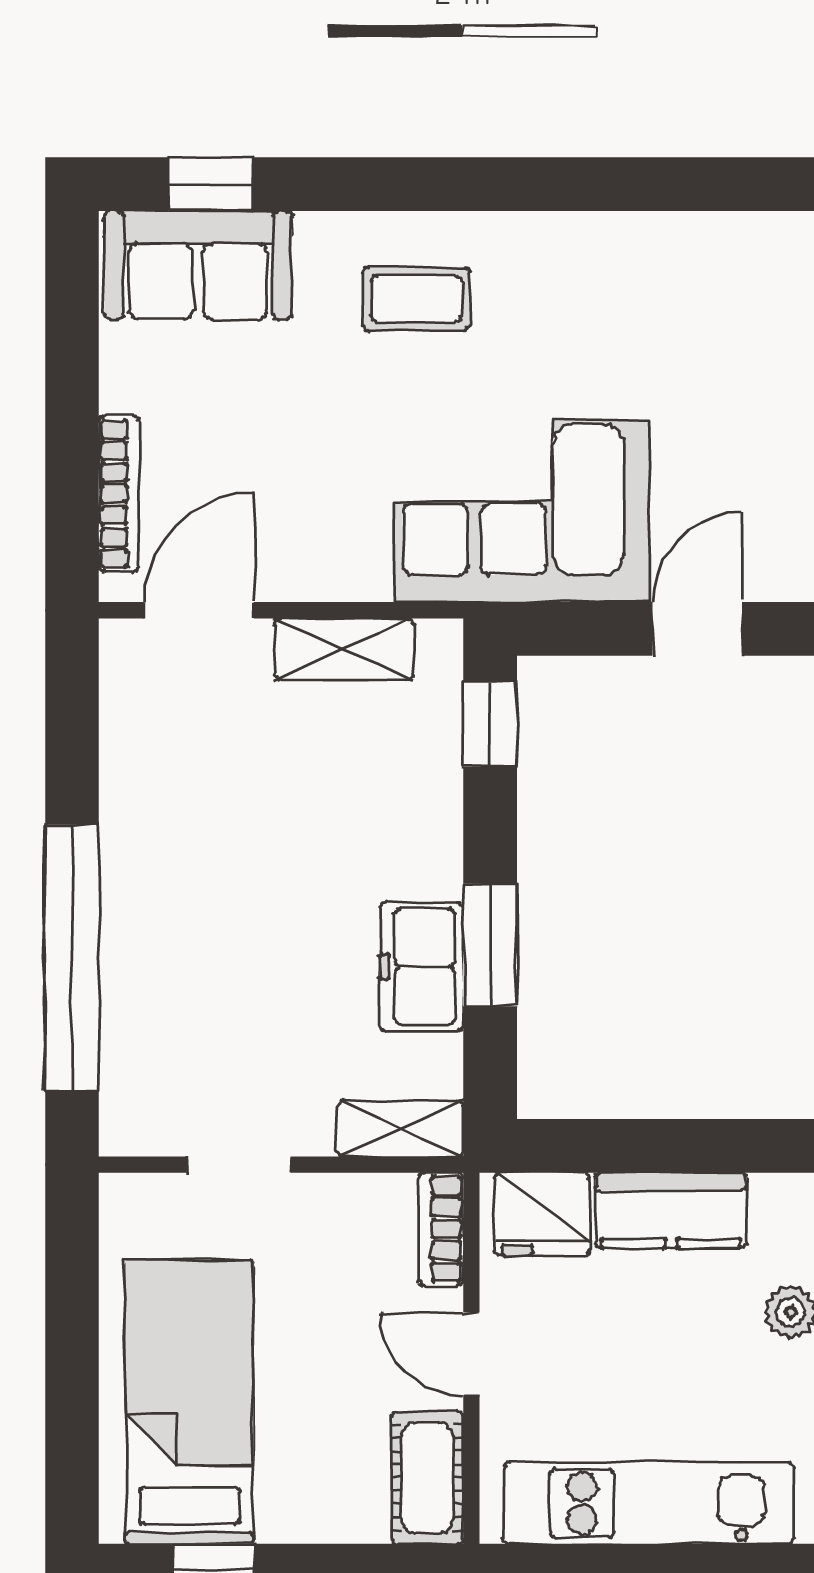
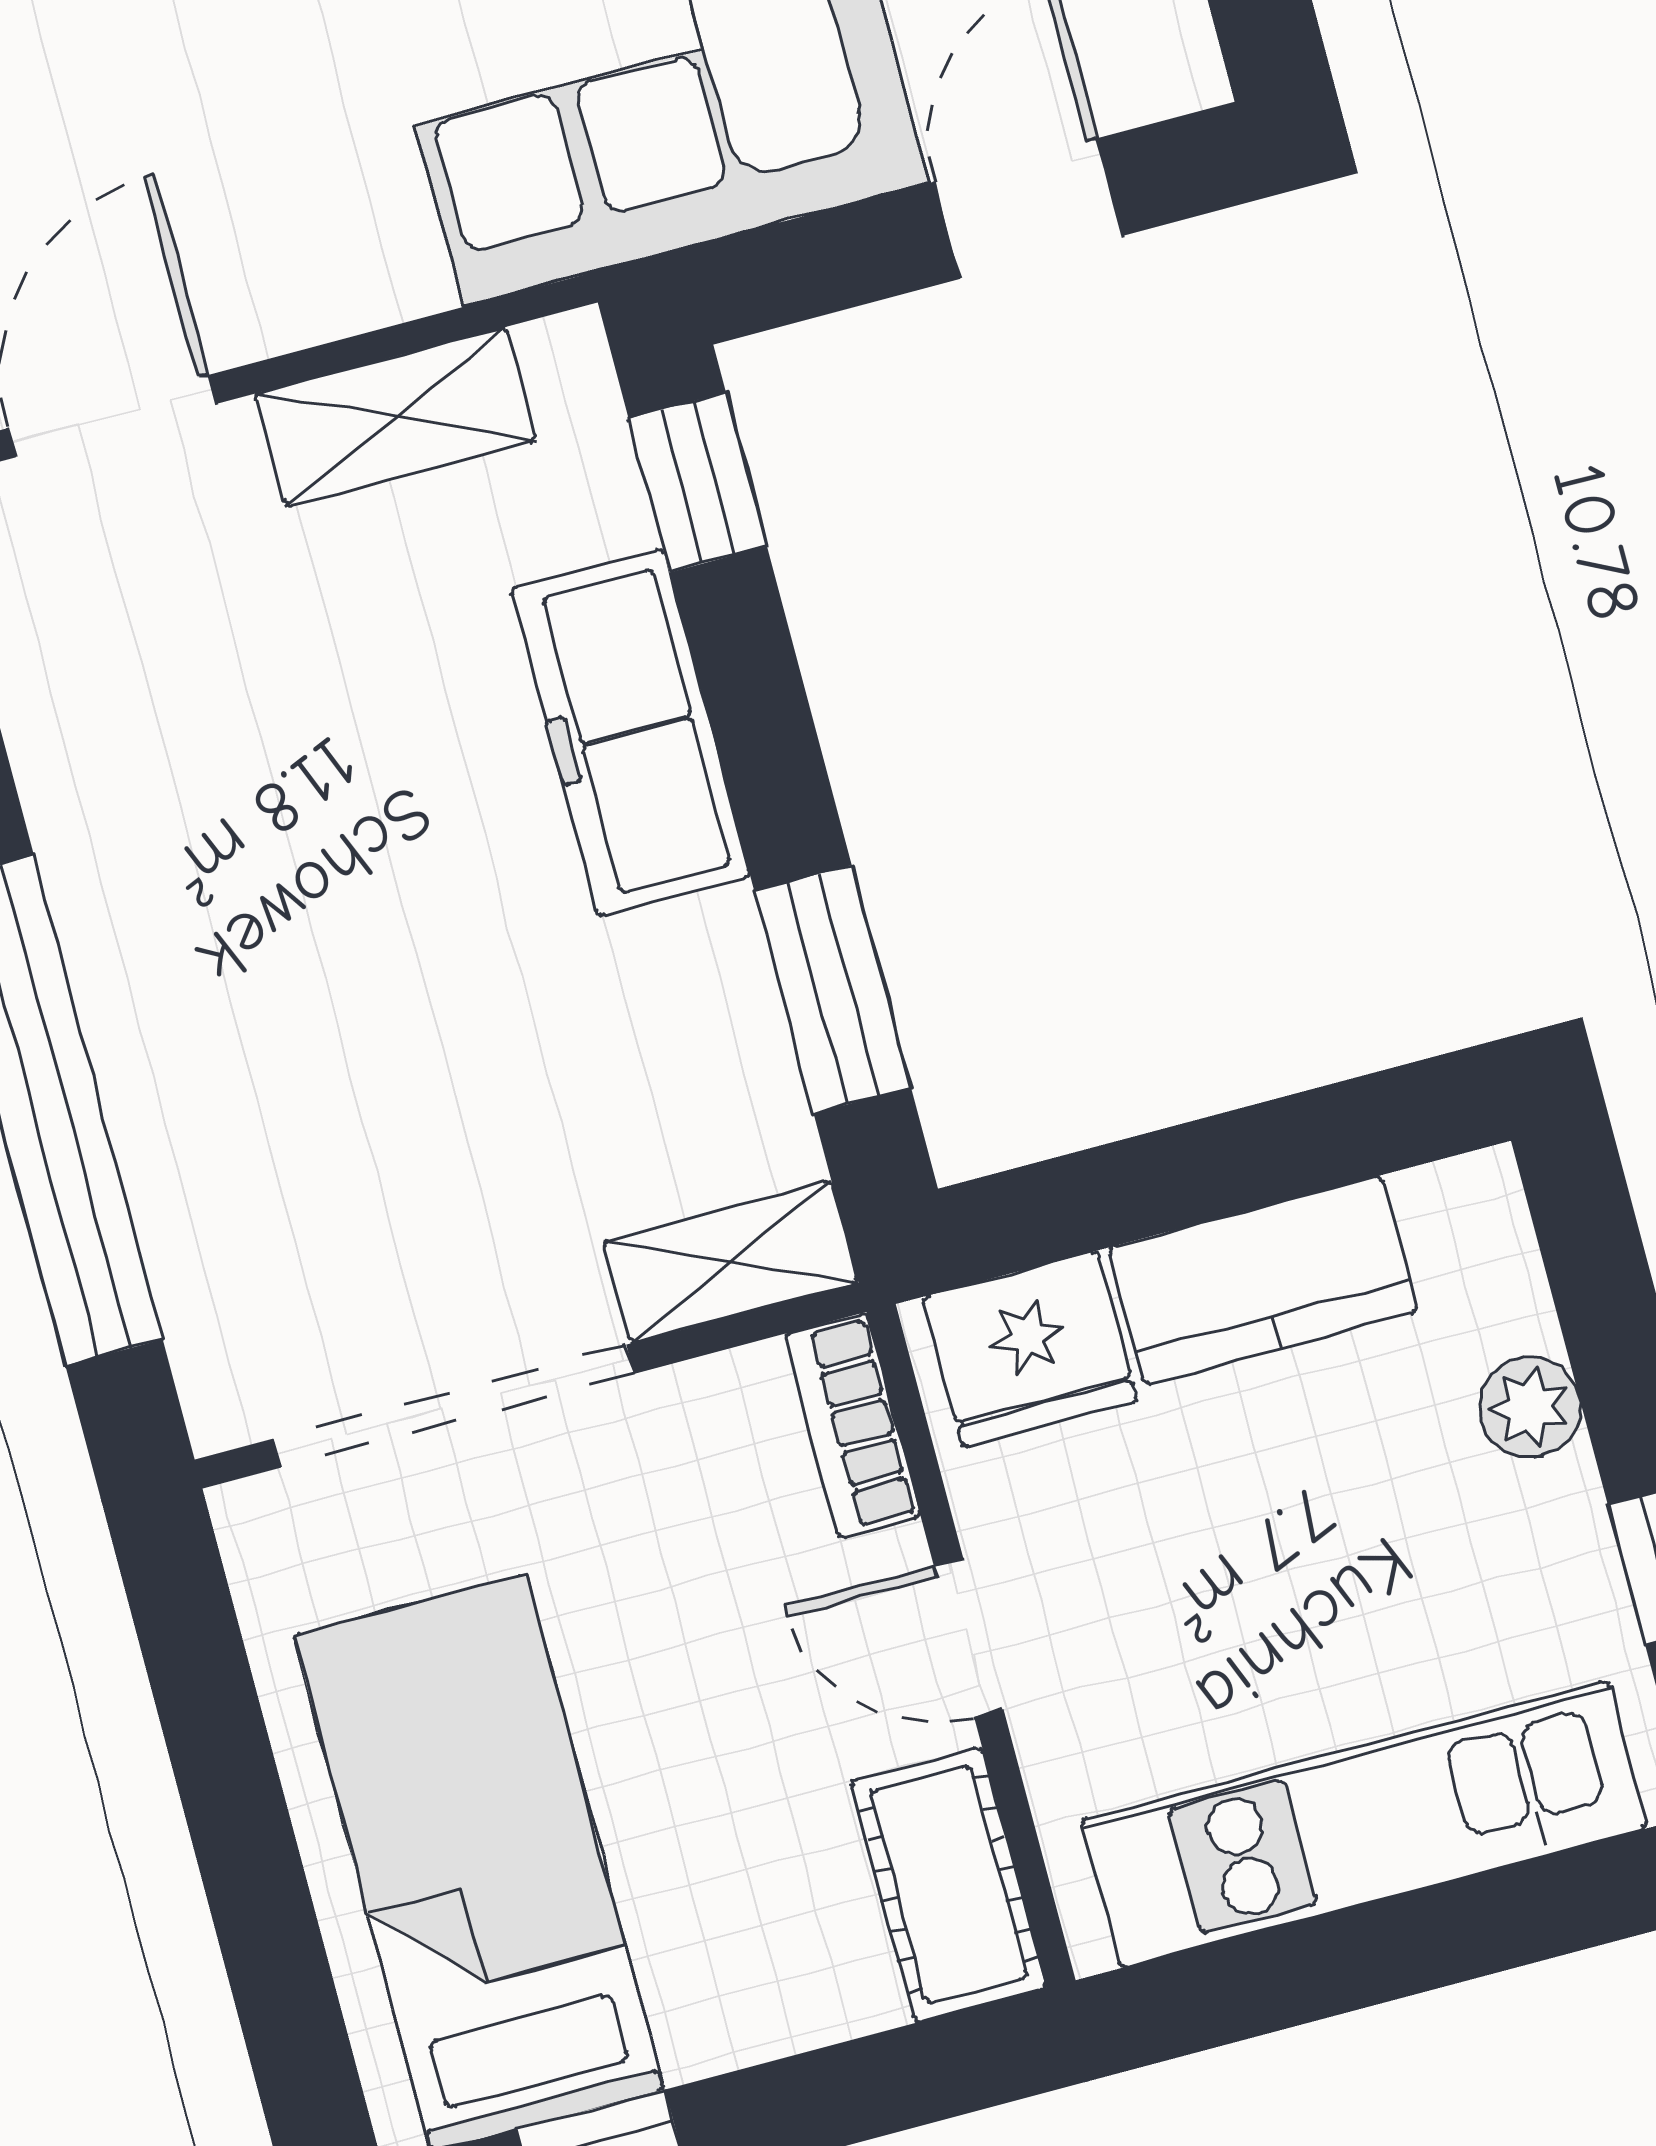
window: (490, 945) -> (833, 989), moved
freezer: (422, 967) -> (631, 733), moved, width x1.40
doorway: (239, 1165) -> (454, 1406), width x1.87

